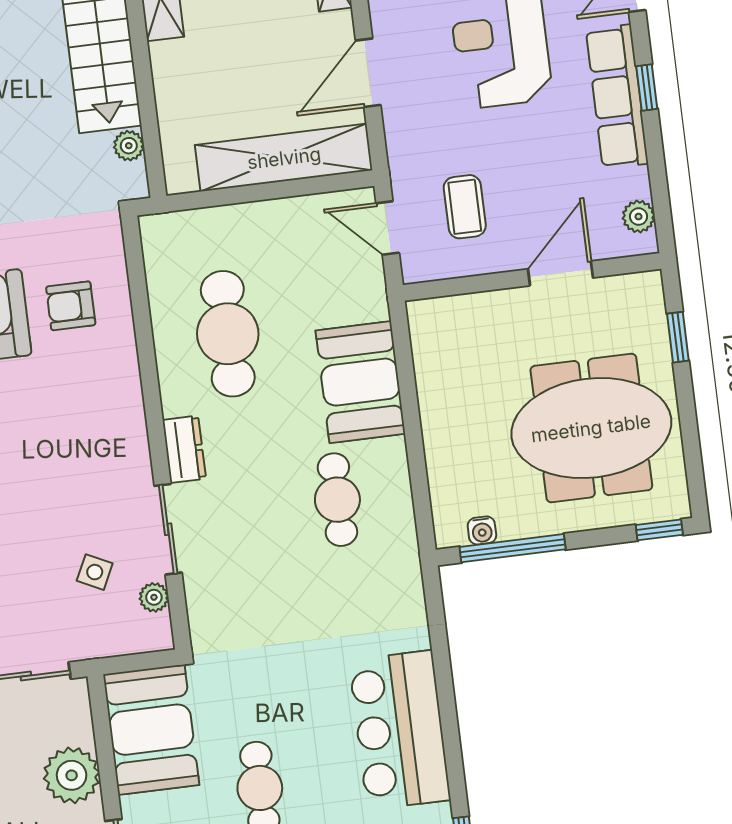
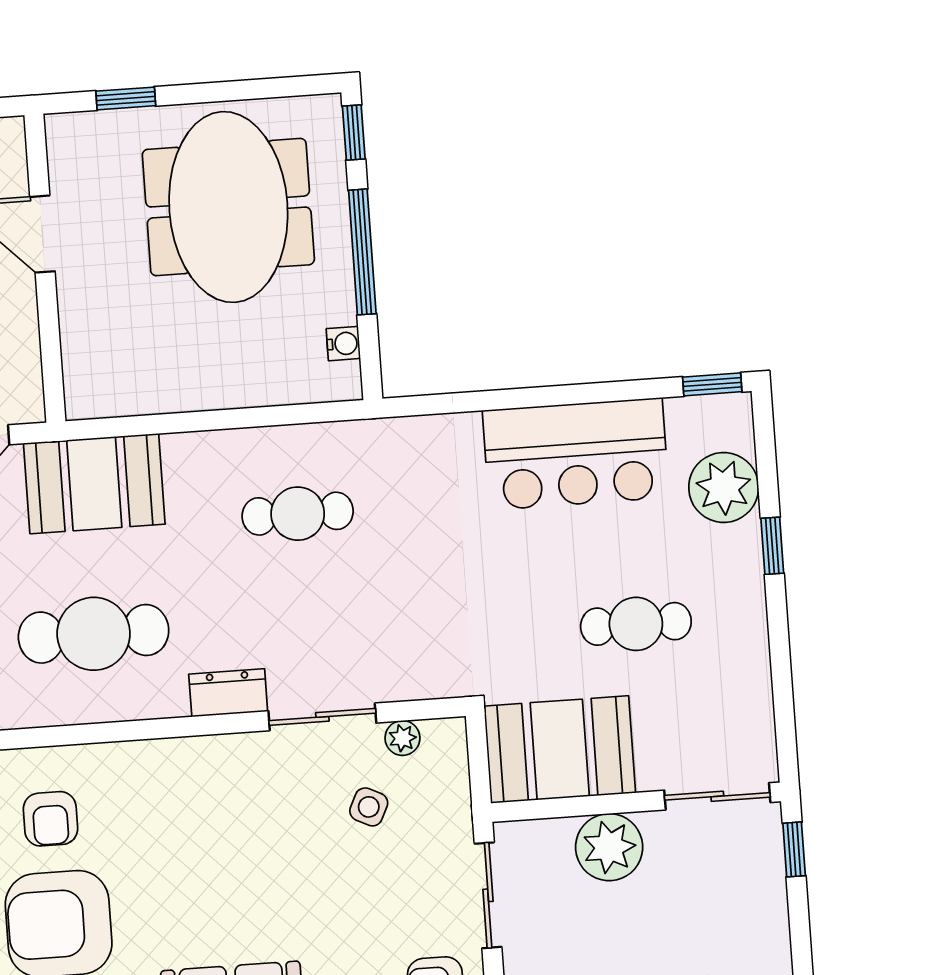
booth: (360, 382) -> (94, 484), moved
window: (513, 548) -> (362, 252), moved

